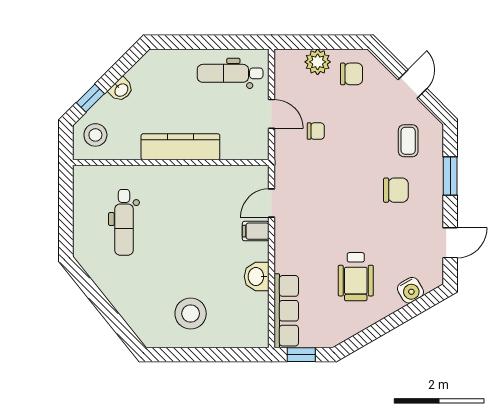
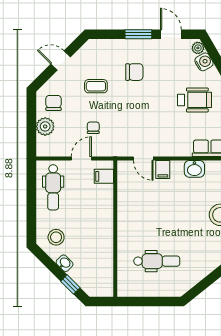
stool: (95, 135) -> (56, 237), moved
coffee table: (408, 141) -> (96, 86), moved
filing cabinet: (246, 146) -> (104, 176), added
kitchen counter: (180, 147) -> (104, 222), removed
window: (450, 176) -> (138, 34), moved
chair: (396, 190) -> (134, 72), turned 90
plant: (431, 281) -> (198, 48), added

